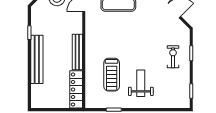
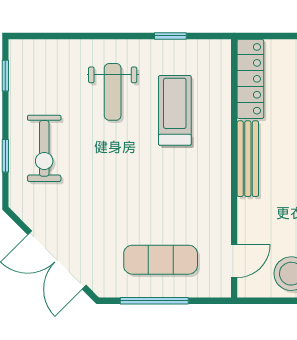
exercise bike: (173, 57) -> (44, 148), width x1.38, depth x1.39

